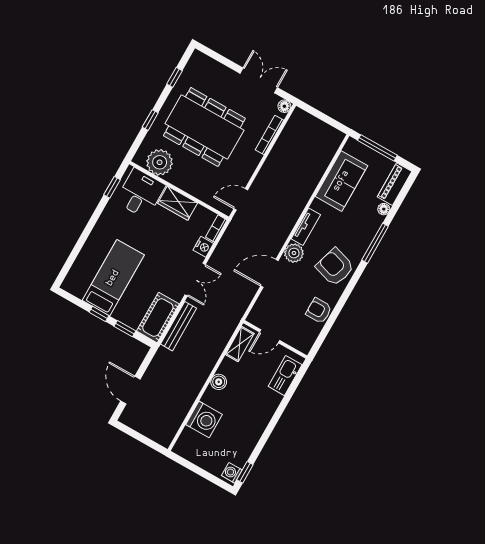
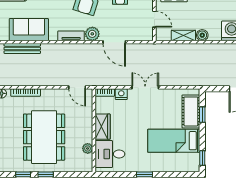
window: (150, 120) -> (46, 174), moved
plant: (160, 162) -> (88, 148), width x0.53, depth x0.53
window: (112, 187) -> (145, 174), moved
window: (99, 314) -> (202, 158), moved
cot: (158, 318) -> (191, 111), moved, turned 90
bench: (179, 326) -> (22, 48), moved
shelving: (240, 344) -> (183, 35), moved

